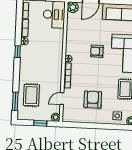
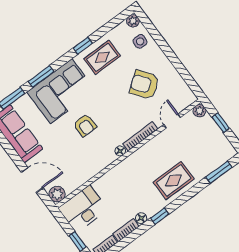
rug: (31, 95) -> (174, 181), moved
door: (62, 99) -> (172, 121), swing flipped
armchair: (93, 100) -> (144, 85), turned 53

